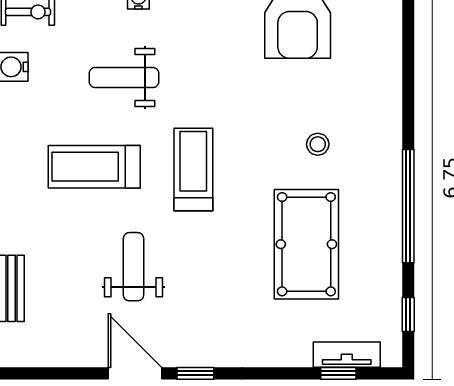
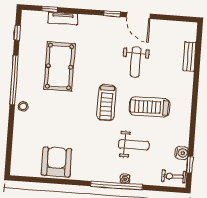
stool: (318, 144) -> (23, 106), moved
treadmill: (94, 167) -> (150, 107), turned 180
tv unit: (347, 355) -> (63, 18), moved

